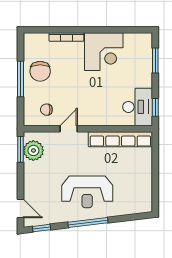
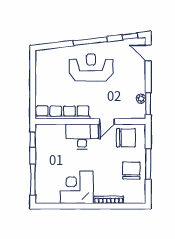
window: (155, 61) -> (33, 180), width x1.44
desk: (138, 107) -> (82, 136), moved, turned 90
chair: (46, 110) -> (126, 138), width x1.87, depth x1.87
plant: (33, 150) -> (141, 99), width x0.53, depth x0.53

